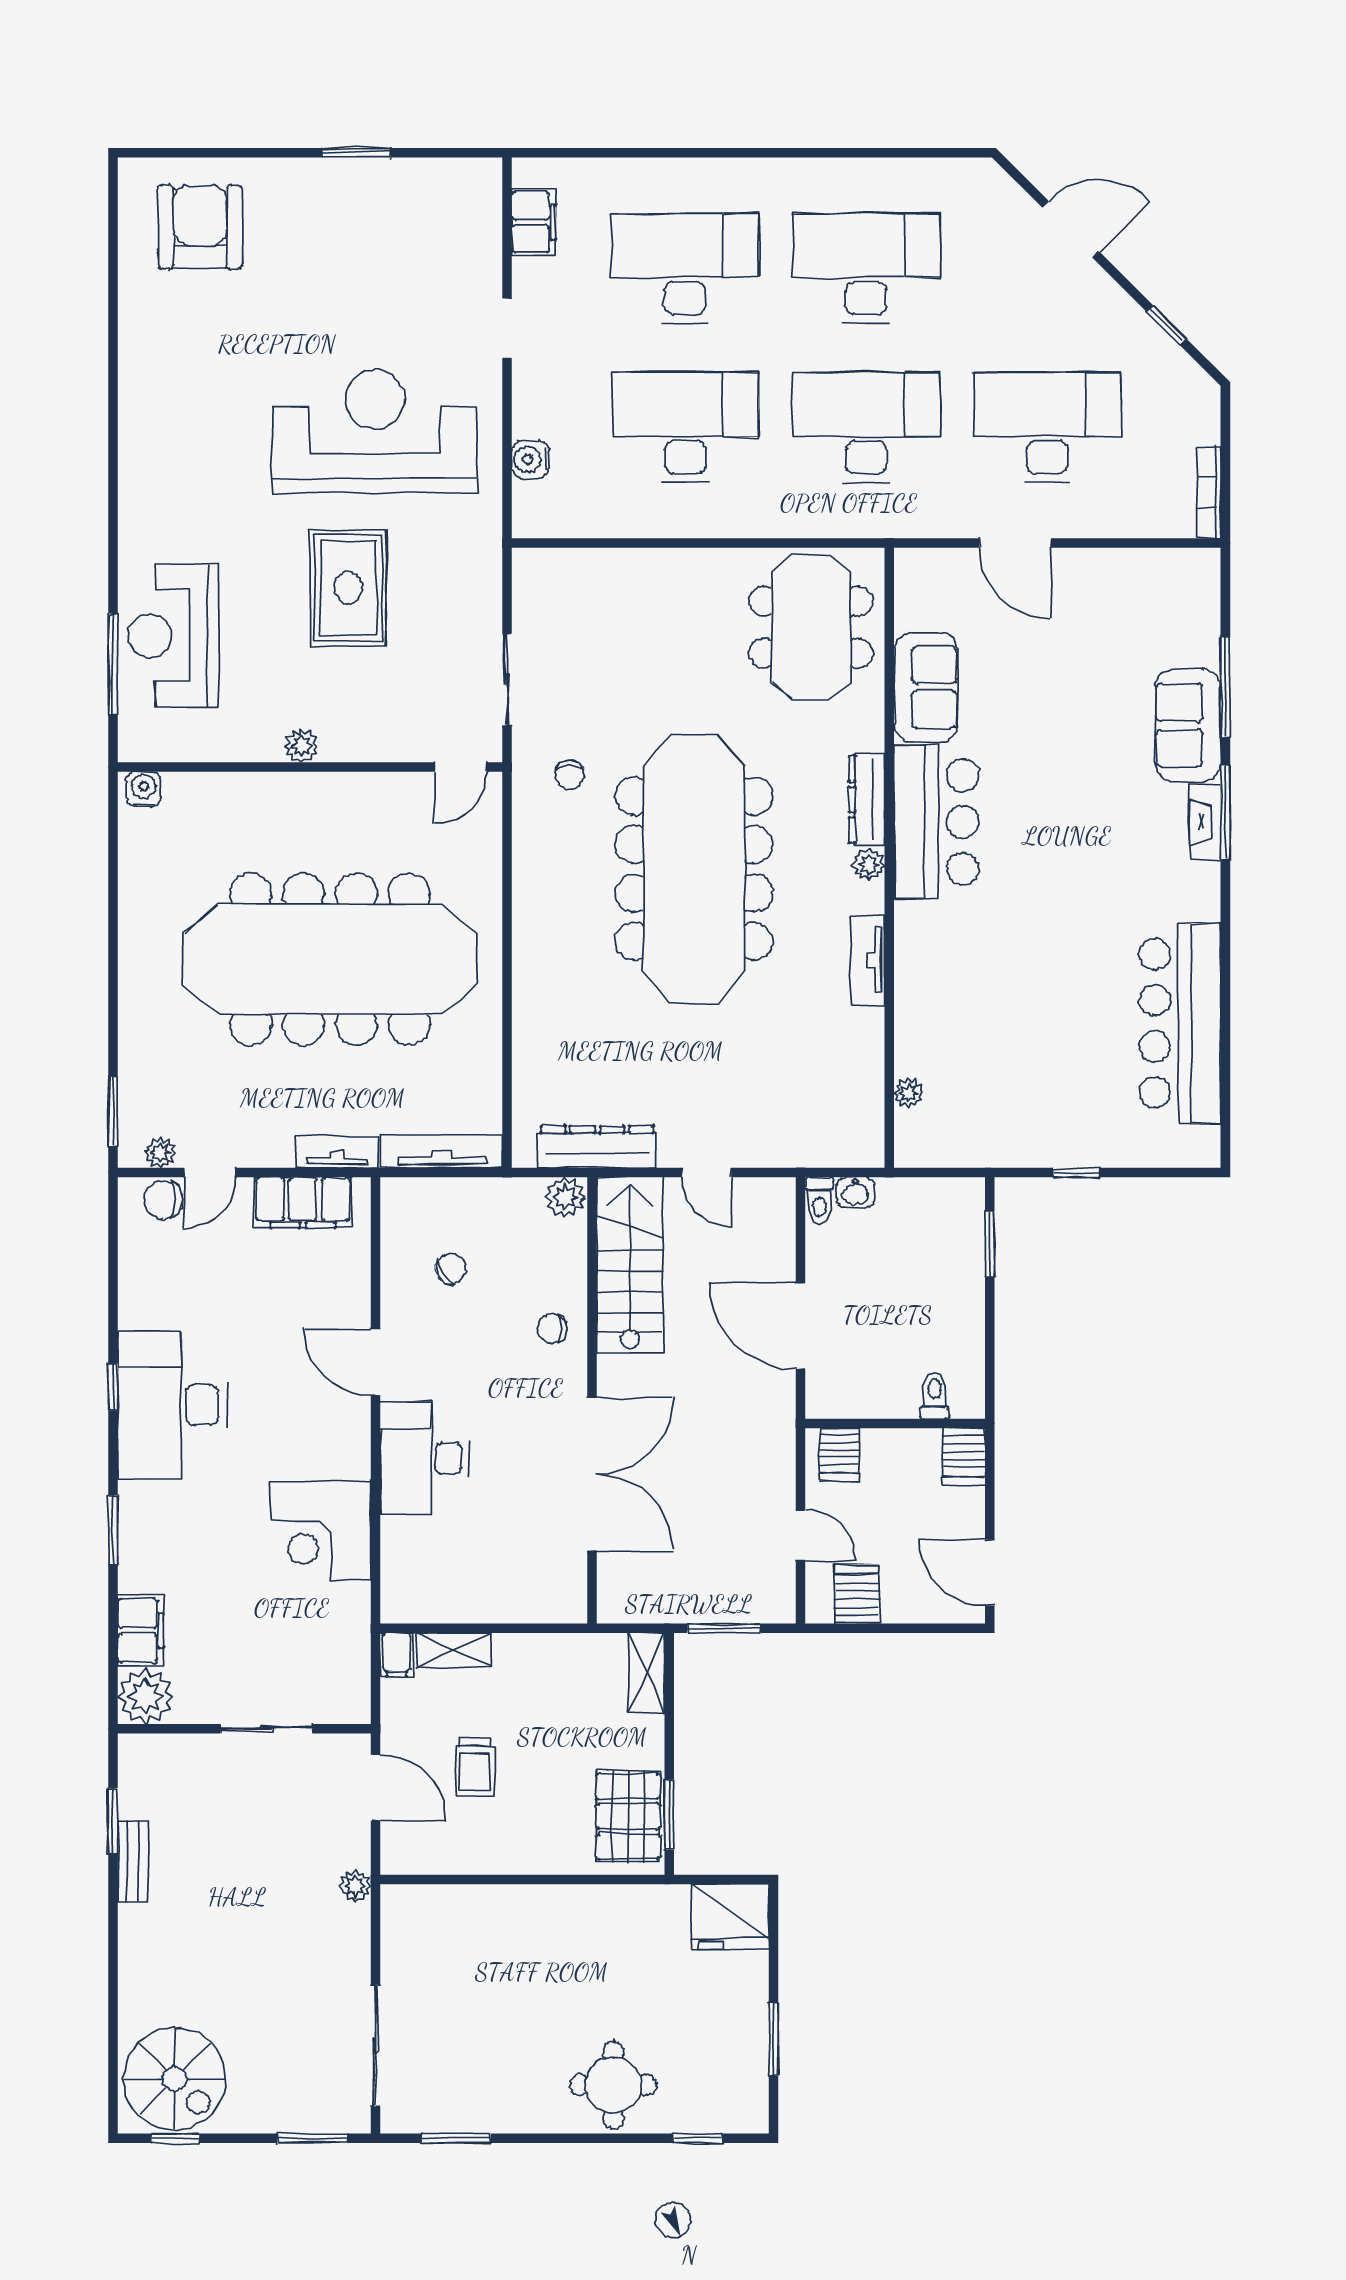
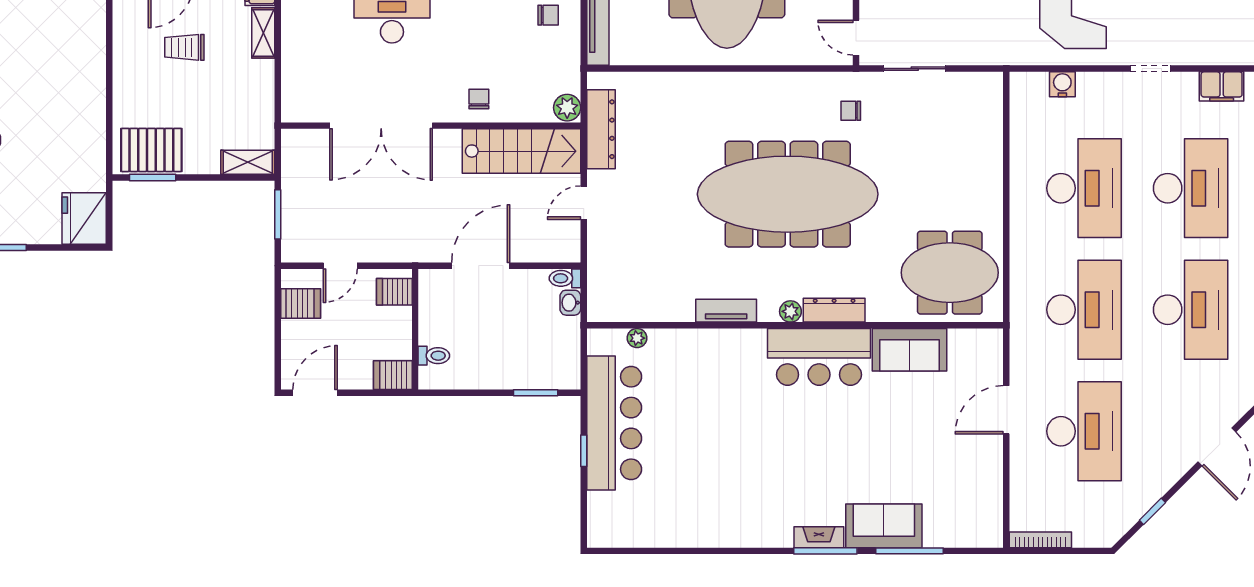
bar counter: (1180, 1023) -> (614, 423), moved, turned 90
chair: (451, 1269) -> (548, 15), moved, turned -60

